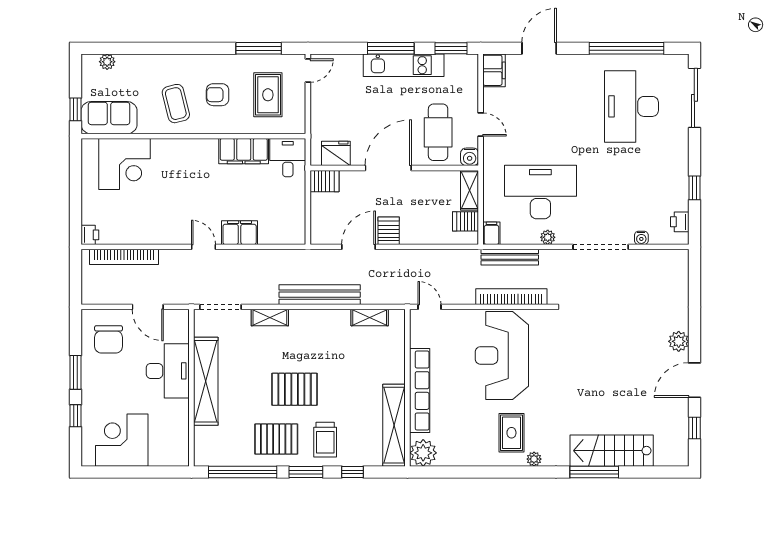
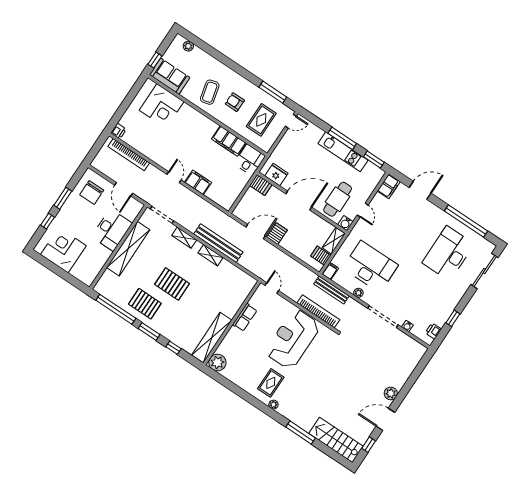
shelving: (370, 318) -> (211, 255), moved
row of seats: (420, 391) -> (245, 317), width x0.50
trolley: (325, 440) -> (170, 321), removed
stairs: (612, 451) -> (336, 440), moved

